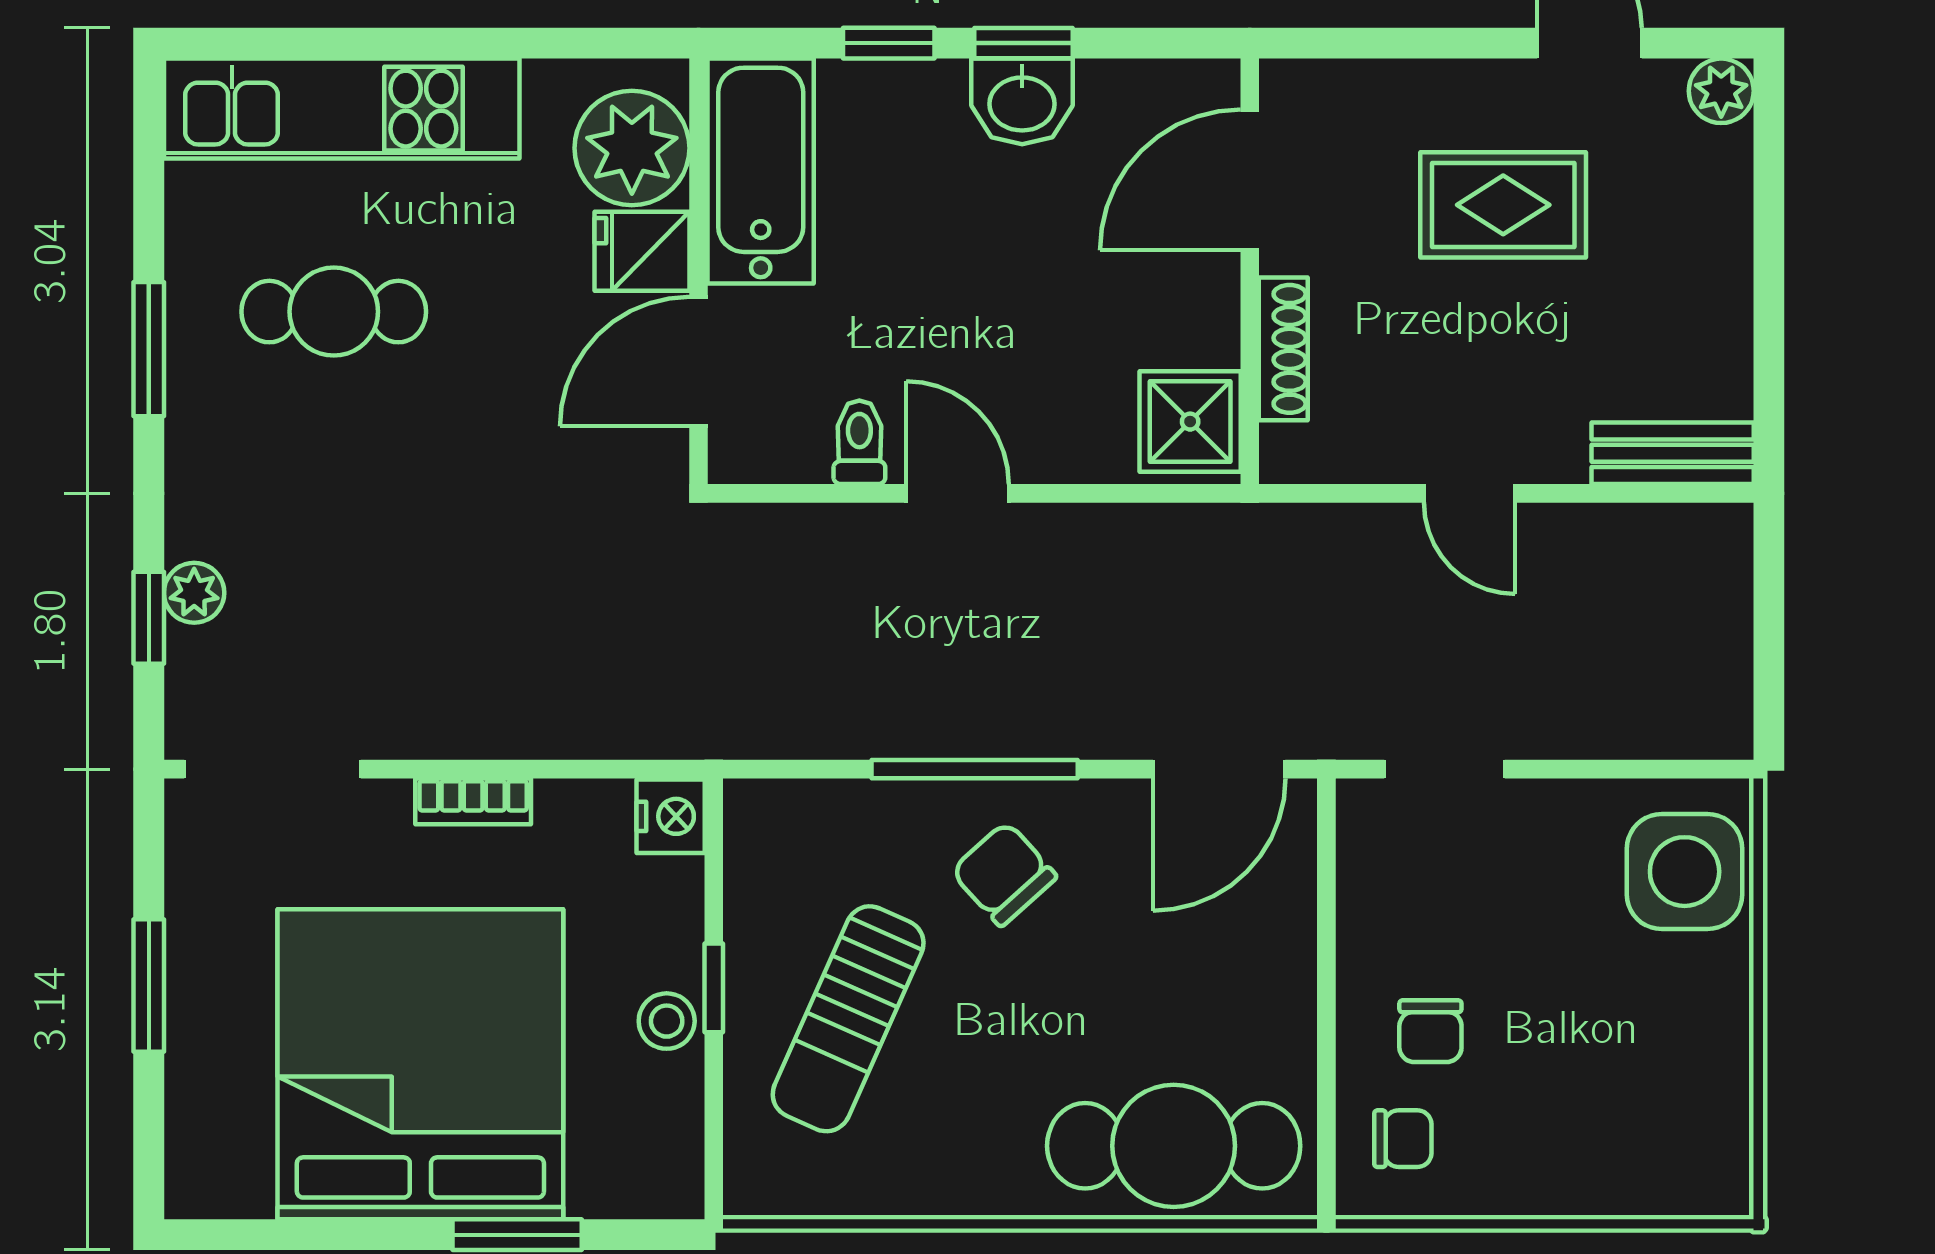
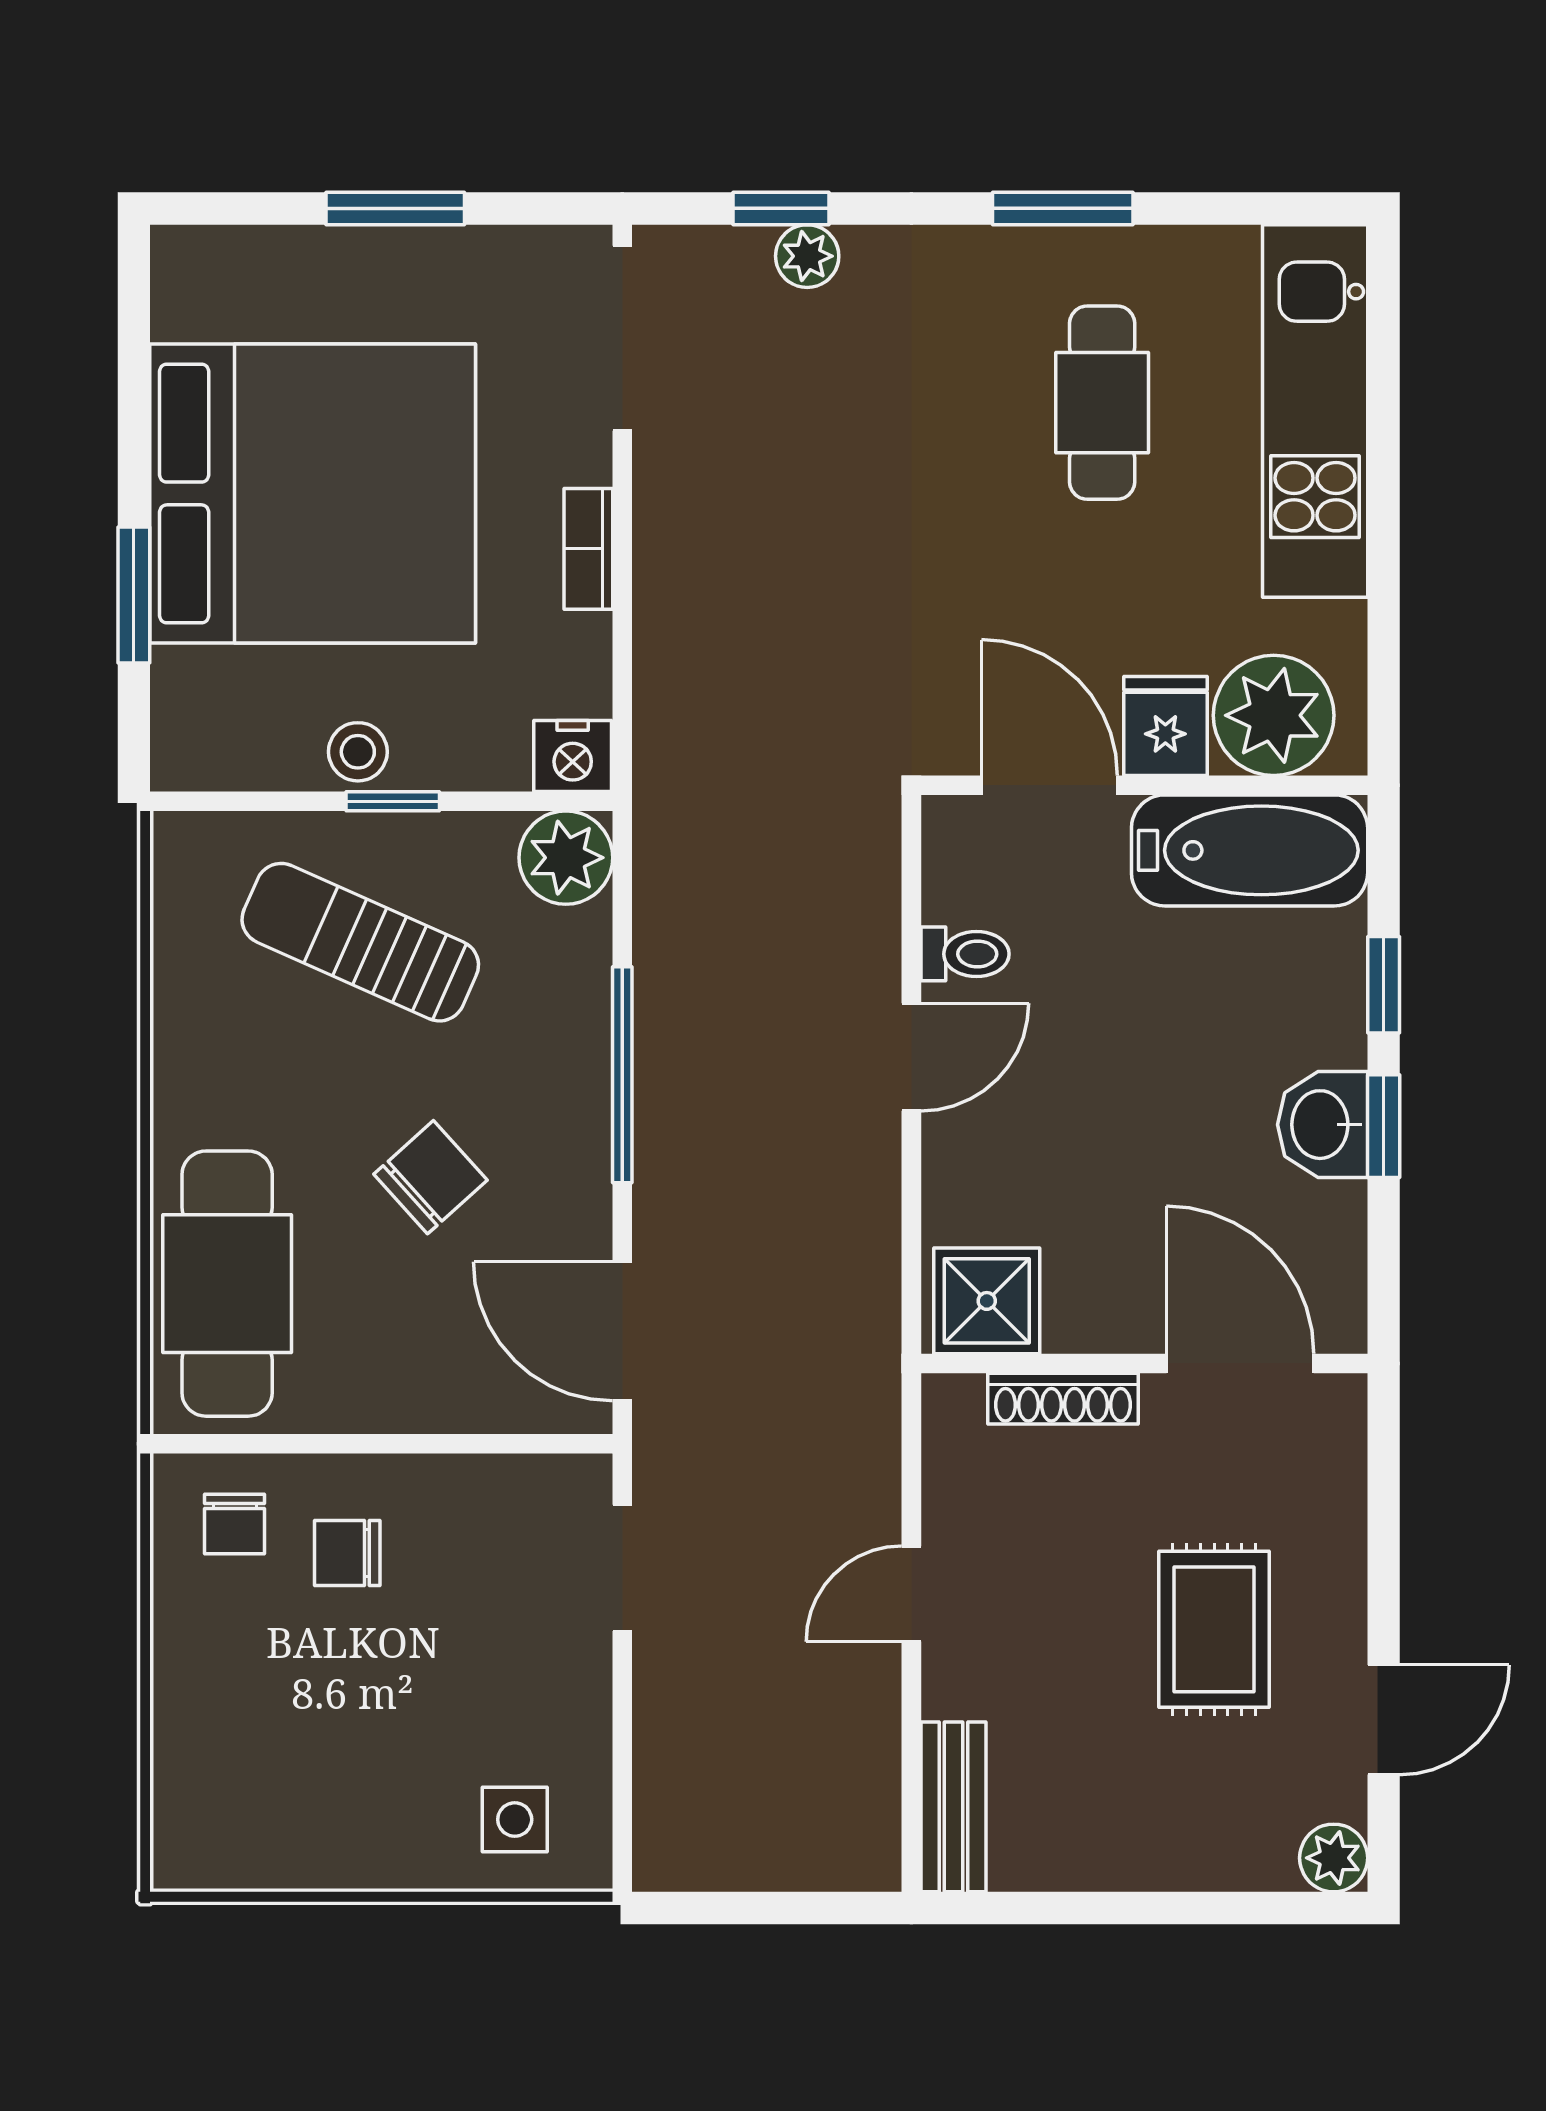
plant: (768, 823) -> (566, 858), added
side table: (1685, 872) -> (515, 1820), width x0.54, depth x0.54
chair: (1004, 874) -> (430, 1177), moved

